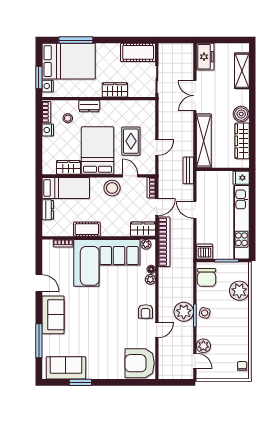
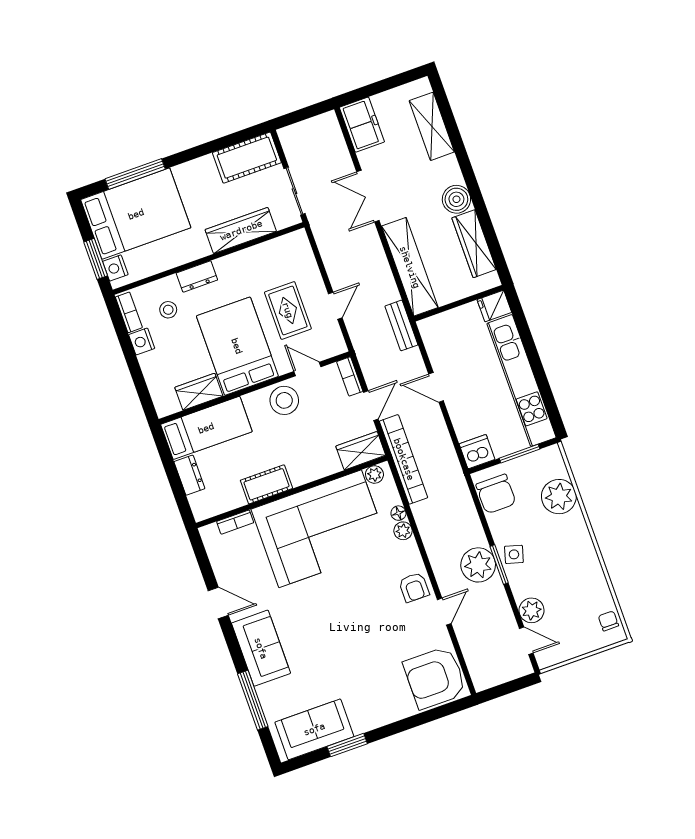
wardrobe: (115, 90) -> (241, 230), width x1.50

